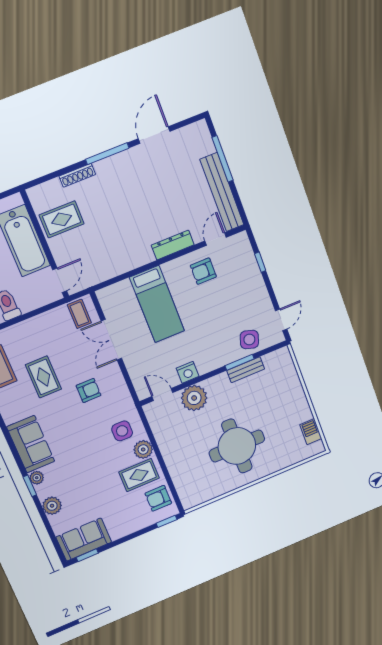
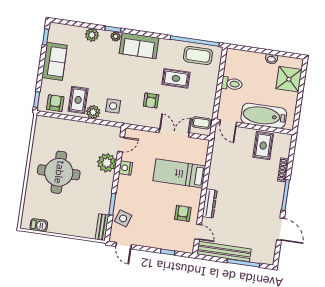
bench: (246, 370) -> (102, 227), moved
sofa: (84, 540) -> (54, 61), moved

